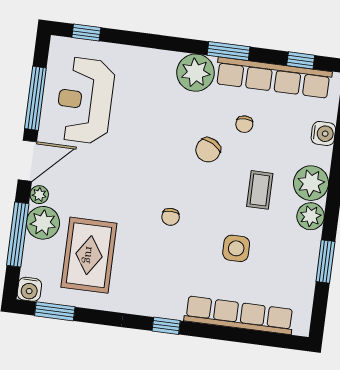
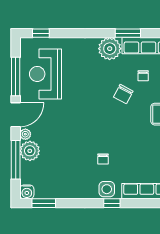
chair: (171, 217) -> (103, 159), moved
side table: (236, 248) -> (107, 189), moved
rug: (89, 255) -> (60, 167), removed

